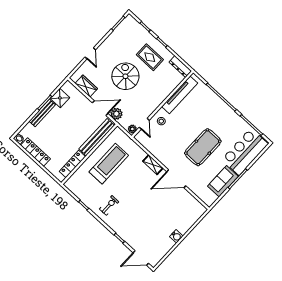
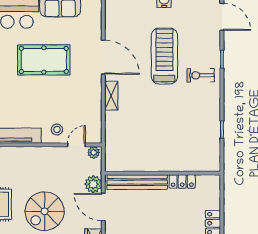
locker: (72, 164) -> (182, 181), width x0.66
treadmill: (109, 164) -> (164, 56), moved, turned 90
exercise bike: (109, 205) -> (201, 75), moved

